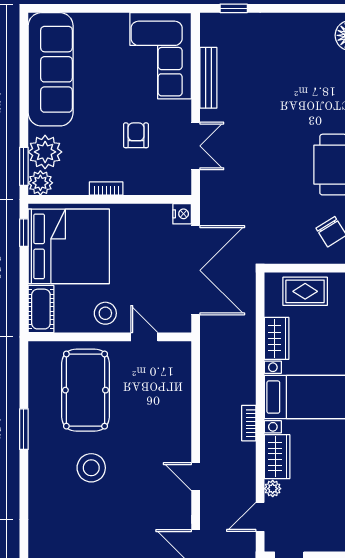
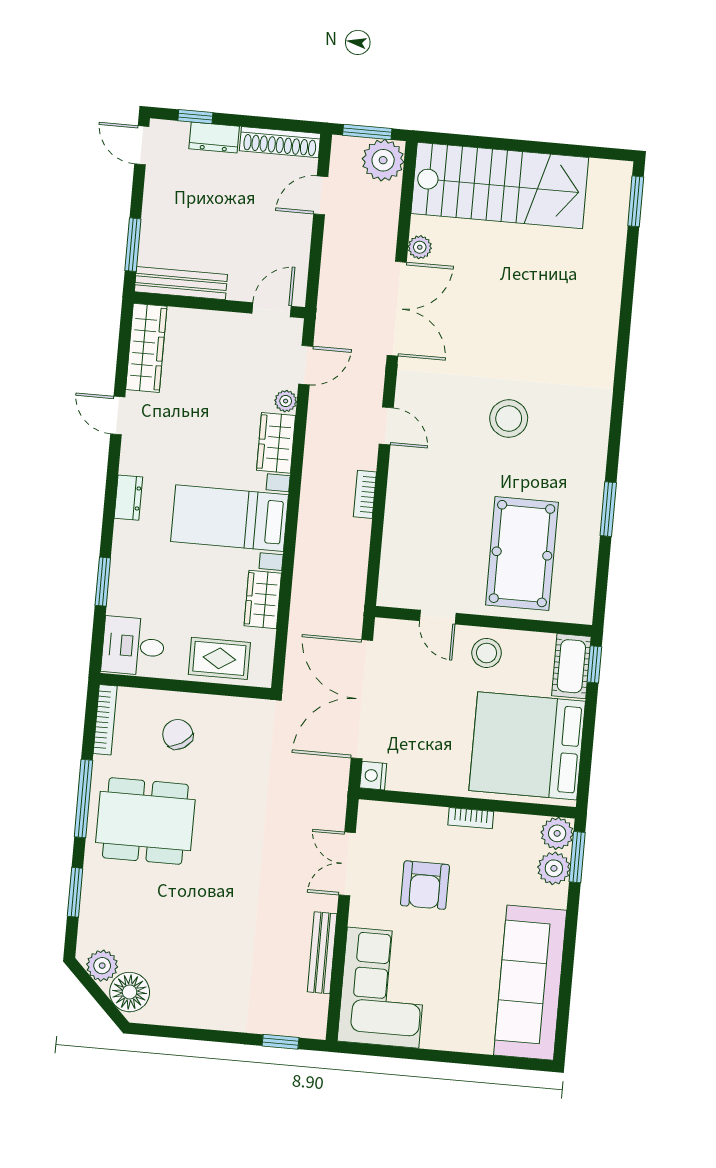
armchair: (136, 135) -> (425, 885), width x1.38, depth x1.38
plant: (45, 152) -> (554, 868), width x0.73, depth x0.73
window: (24, 233) -> (594, 664), moved
bookcase: (249, 423) -> (365, 494), moved, turned 180
stool: (91, 468) -> (509, 419), moved

